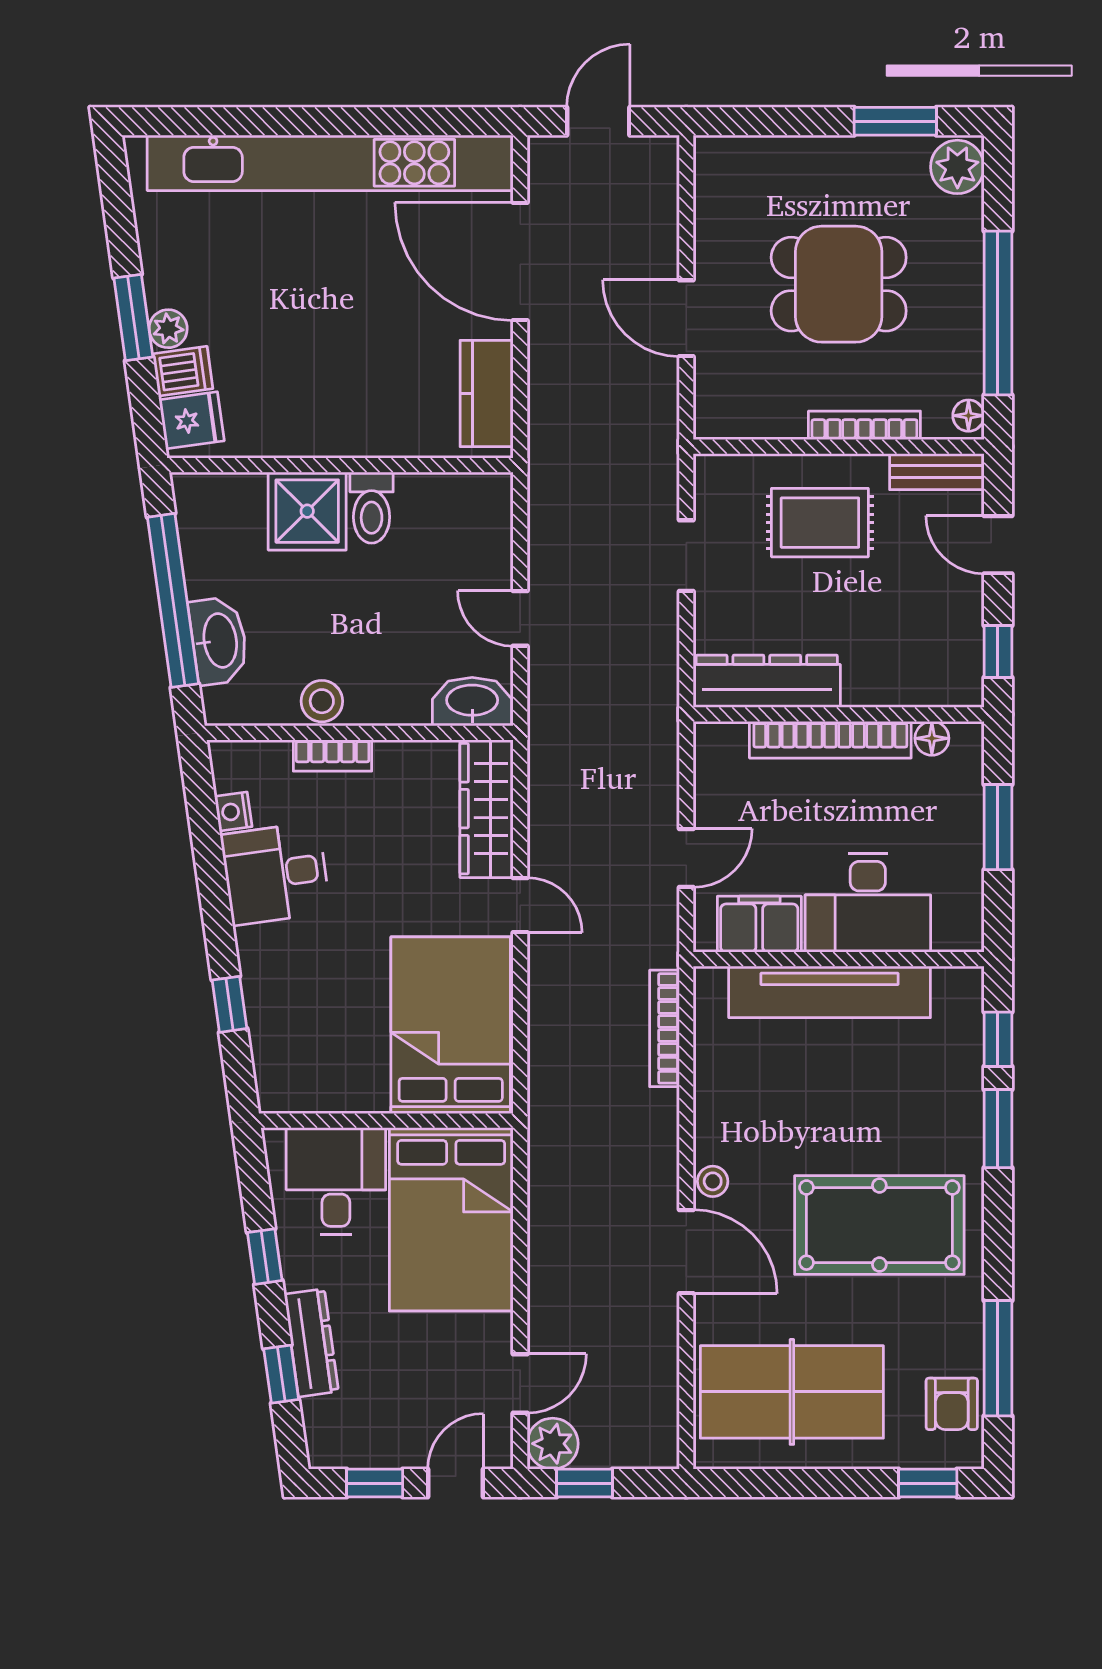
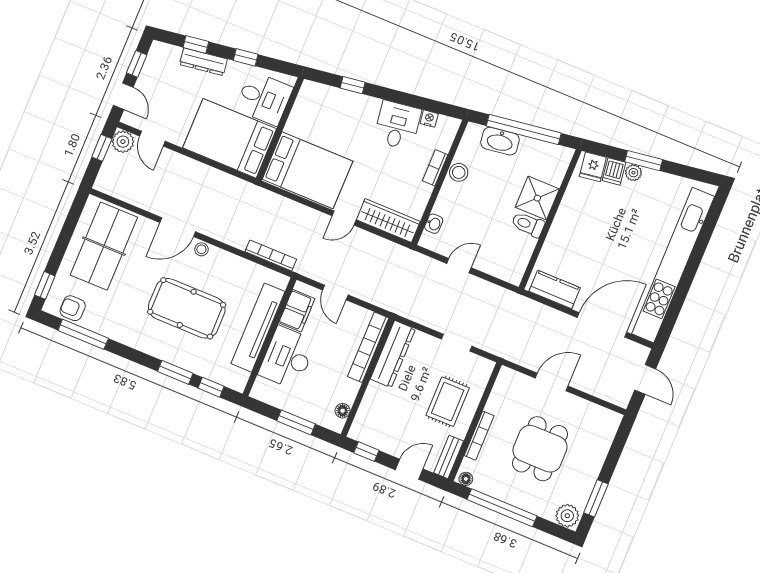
washbasin: (472, 702) -> (434, 224), width x0.52, depth x0.69
bookcase: (830, 740) -> (368, 347), moved
pool table: (879, 1225) -> (187, 308), moved, turned 90

